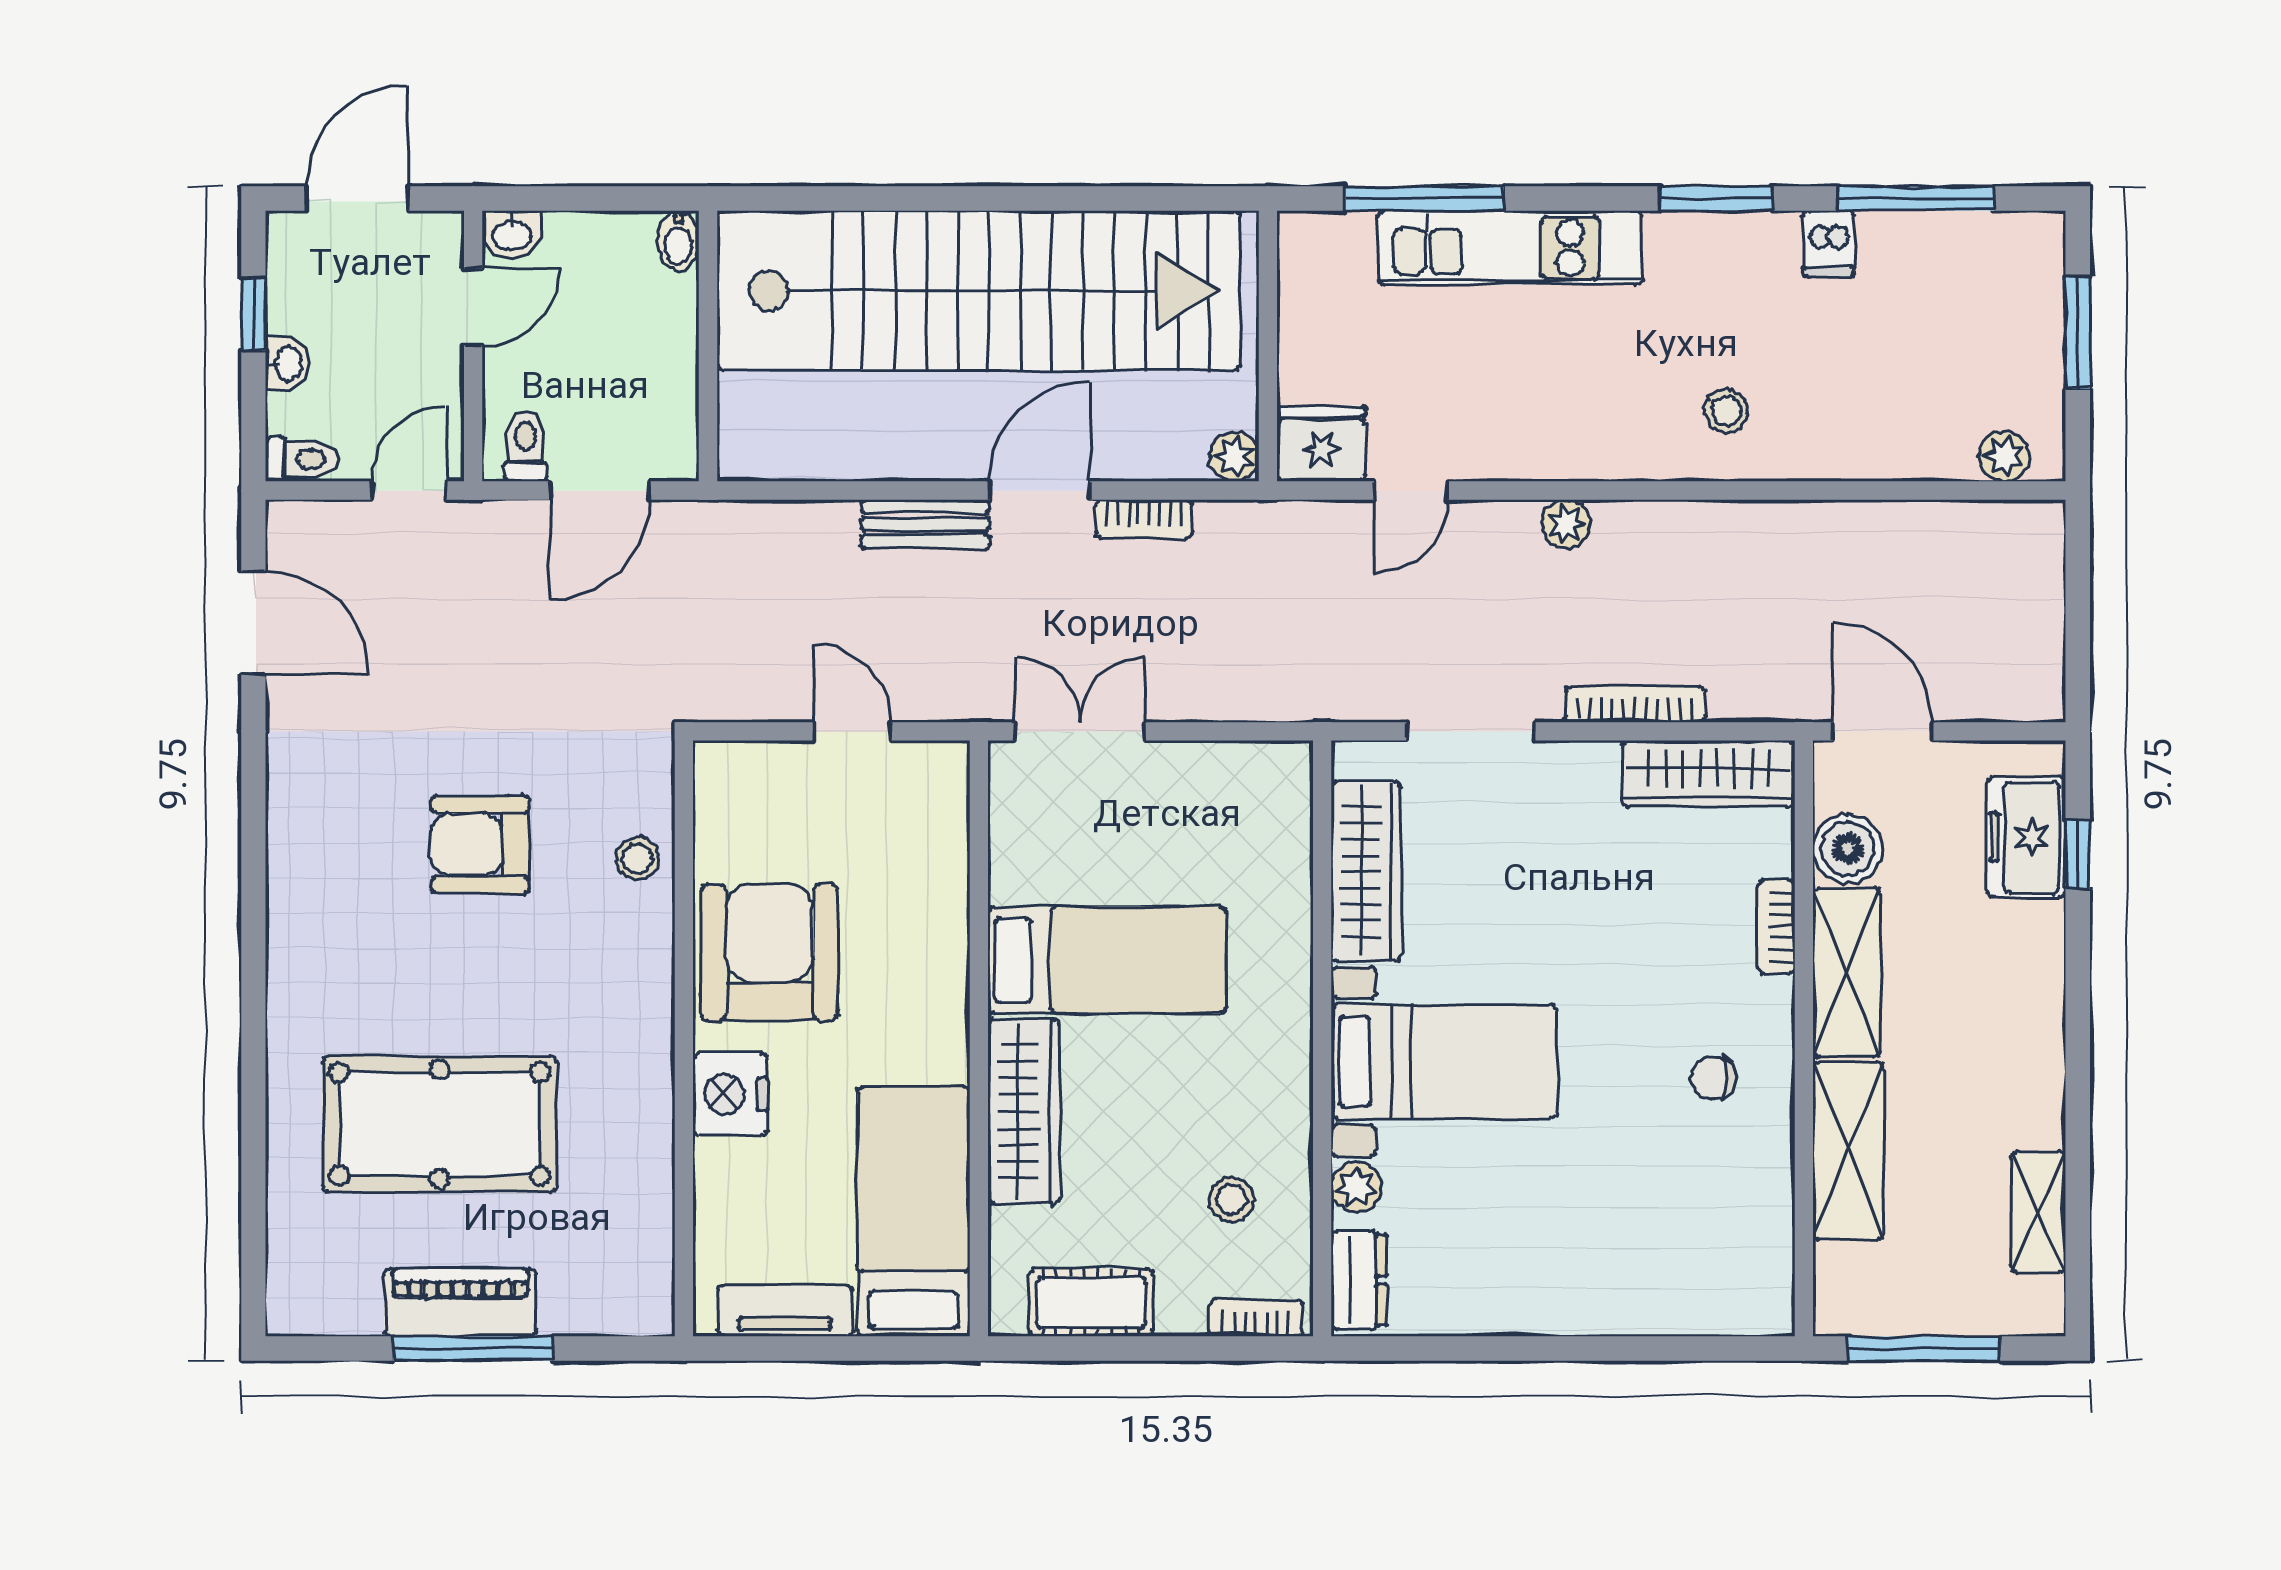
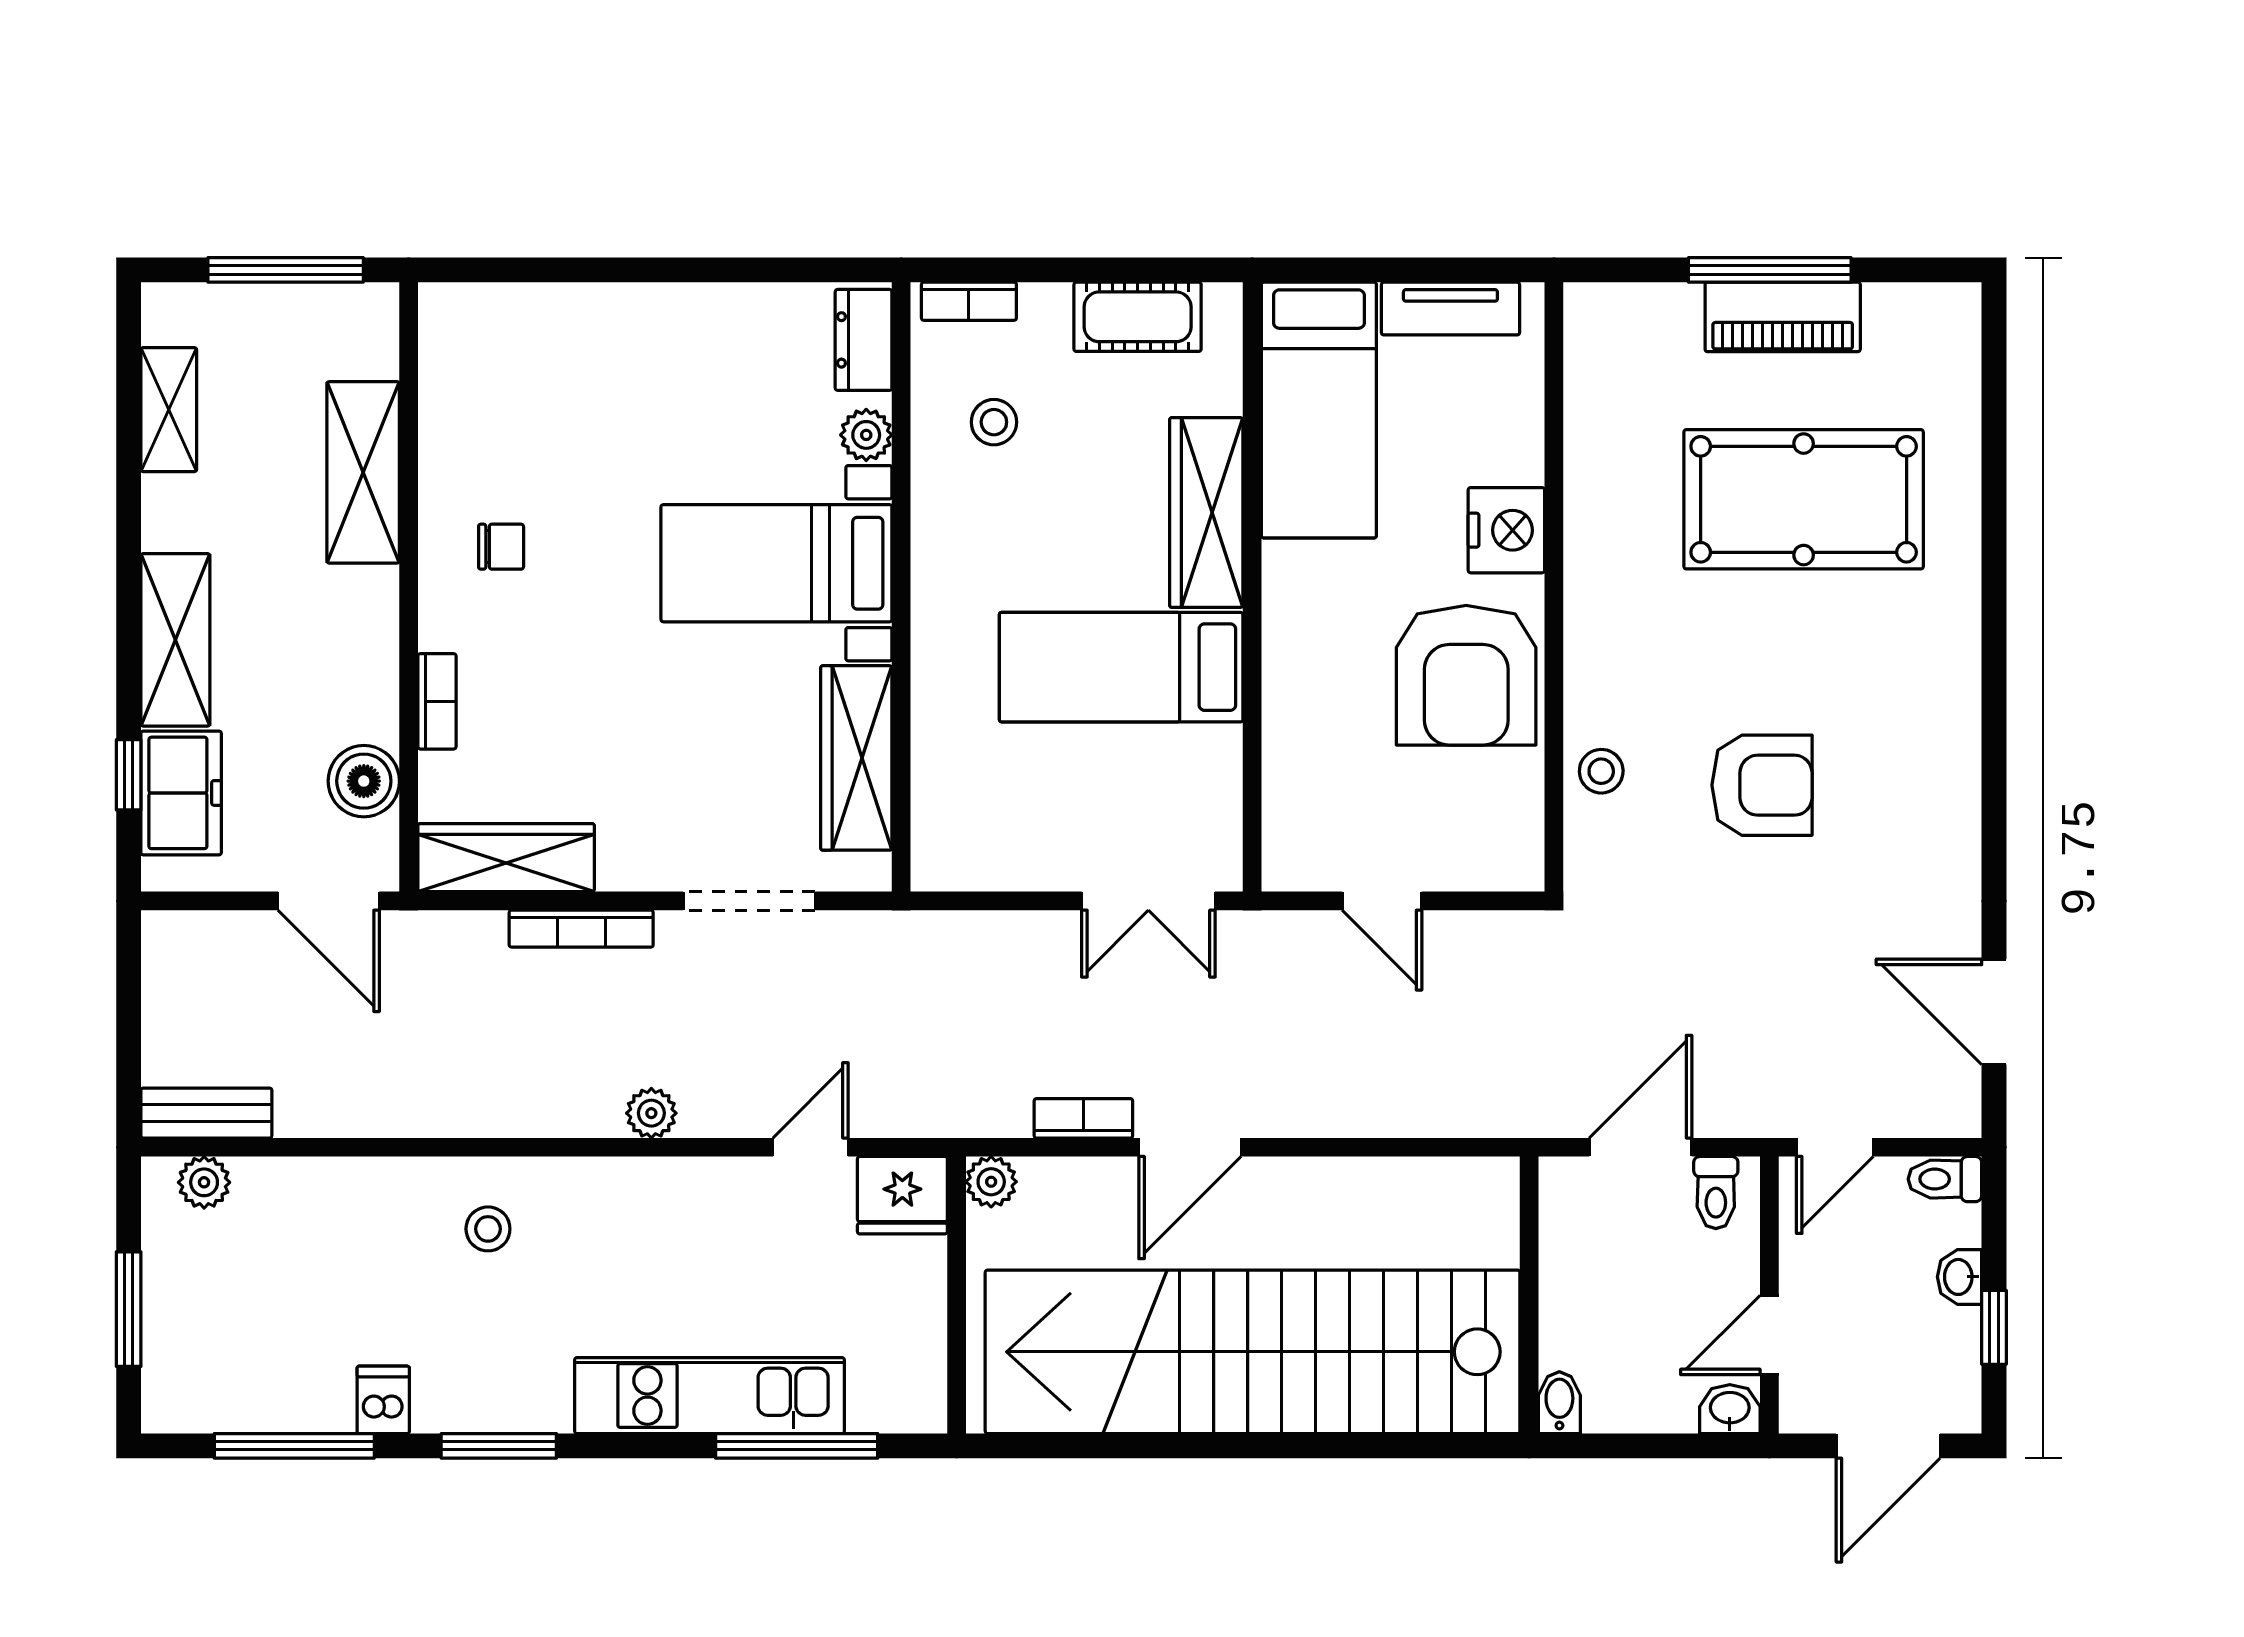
bench: (925, 524) -> (206, 1113), moved
shelving: (1847, 973) -> (175, 640), moved

